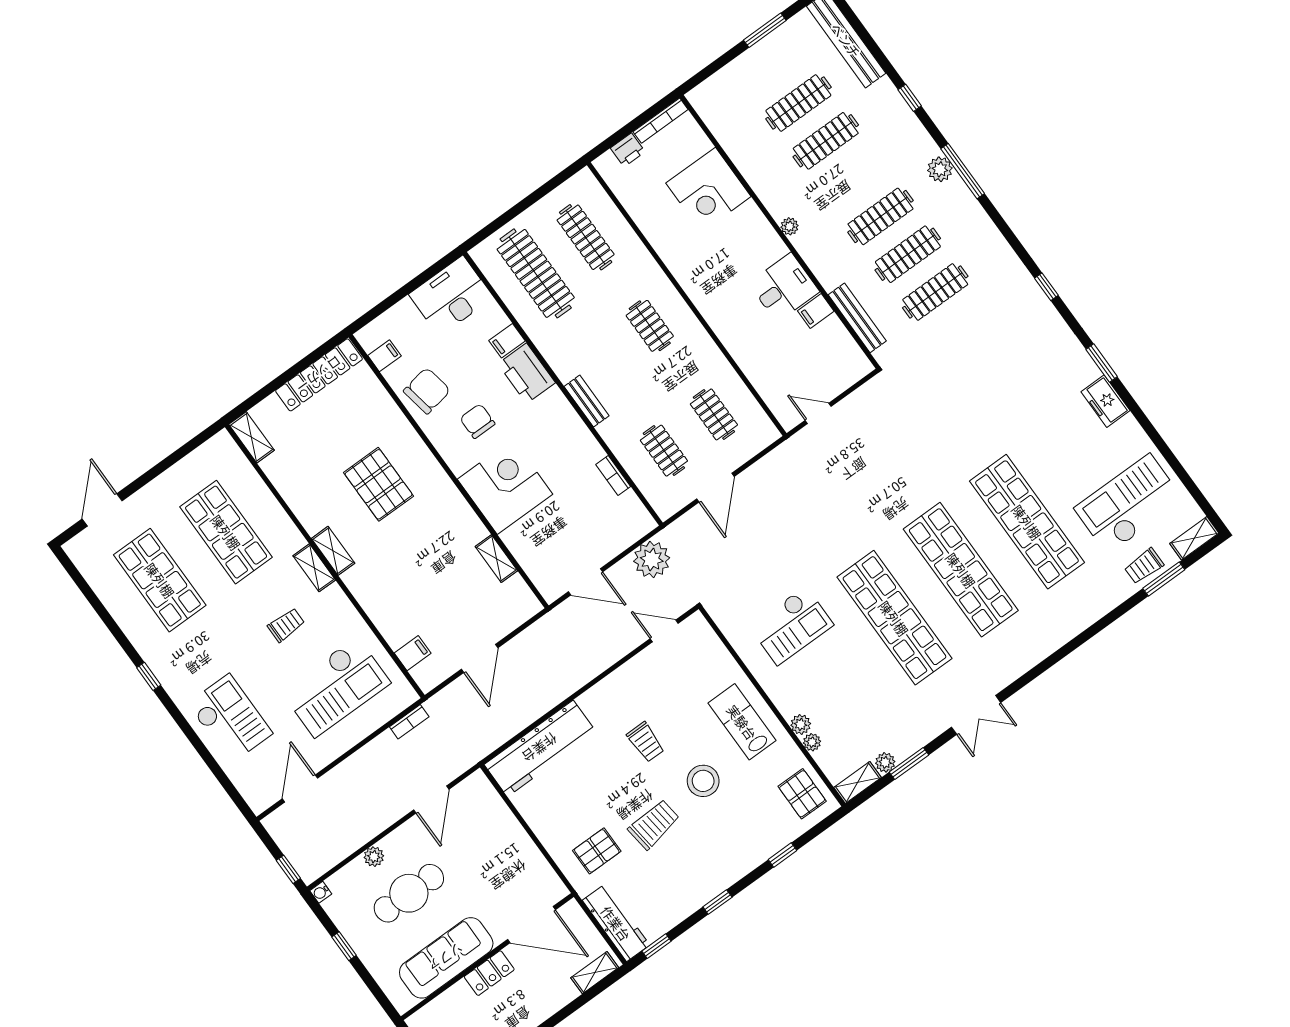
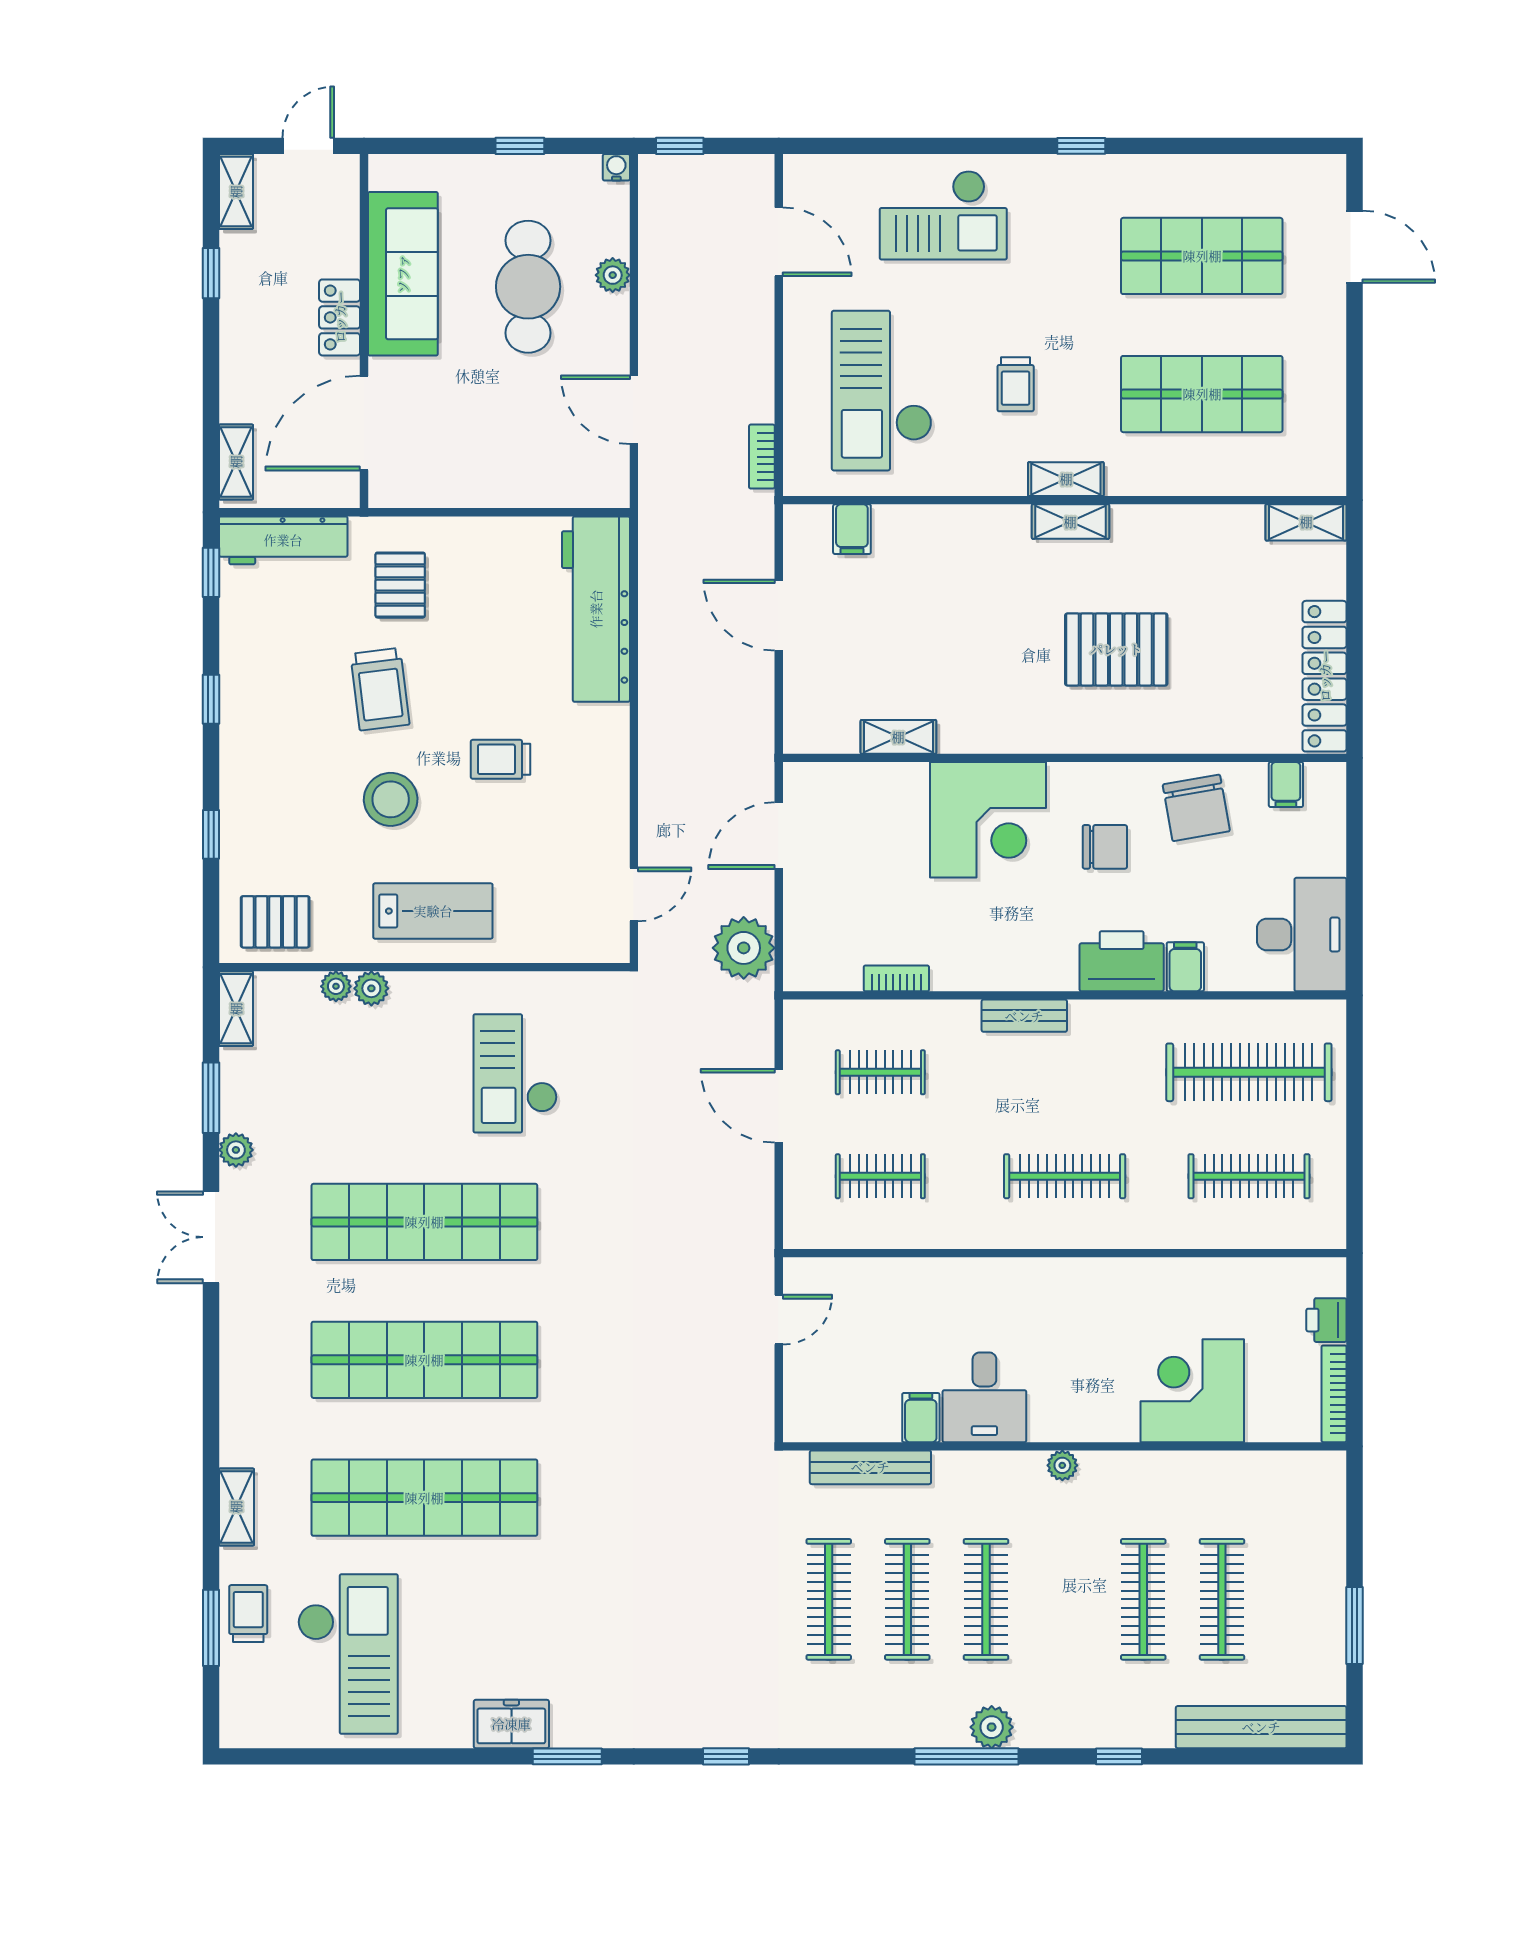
clothes rail: (650, 326) -> (1065, 1176), width x1.36
shelving: (1194, 538) -> (236, 1507), moved
plant: (885, 762) -> (236, 1150), moved

